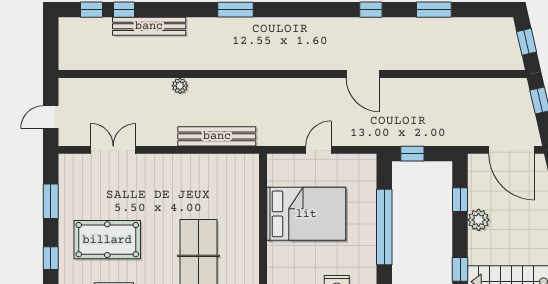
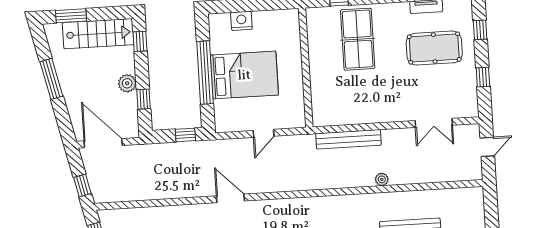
window: (51, 201) -> (483, 77), width x0.67
bed: (306, 214) -> (244, 75), moved, turned 180

